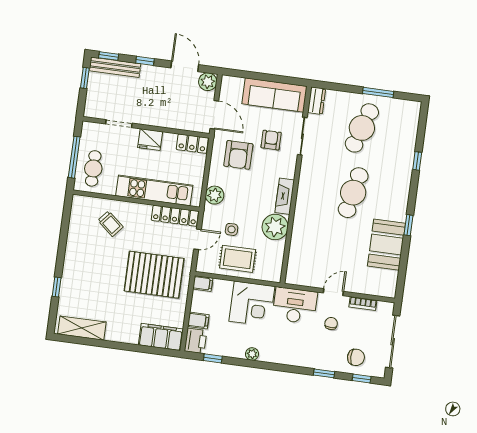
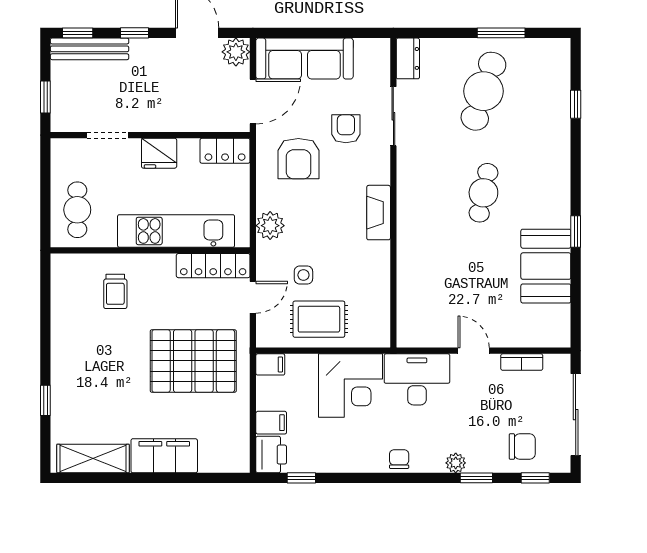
window: (85, 78) -> (45, 97), moved
sofa: (274, 95) -> (304, 59), moved
door: (214, 115) -> (253, 102), hinge flipped
window: (74, 157) -> (45, 196), removed
window: (417, 161) -> (576, 104), moved
cafe table: (353, 193) -> (483, 193), width x0.73, depth x0.74
trolley: (110, 224) -> (115, 291), turned 50
plant: (275, 227) -> (370, 262), removed
door: (333, 292) -> (474, 351), hinge flipped
chair: (331, 324) -> (399, 459), moved
filing cabinet: (161, 337) -> (164, 456), moved
plant: (252, 354) -> (456, 463), moved

